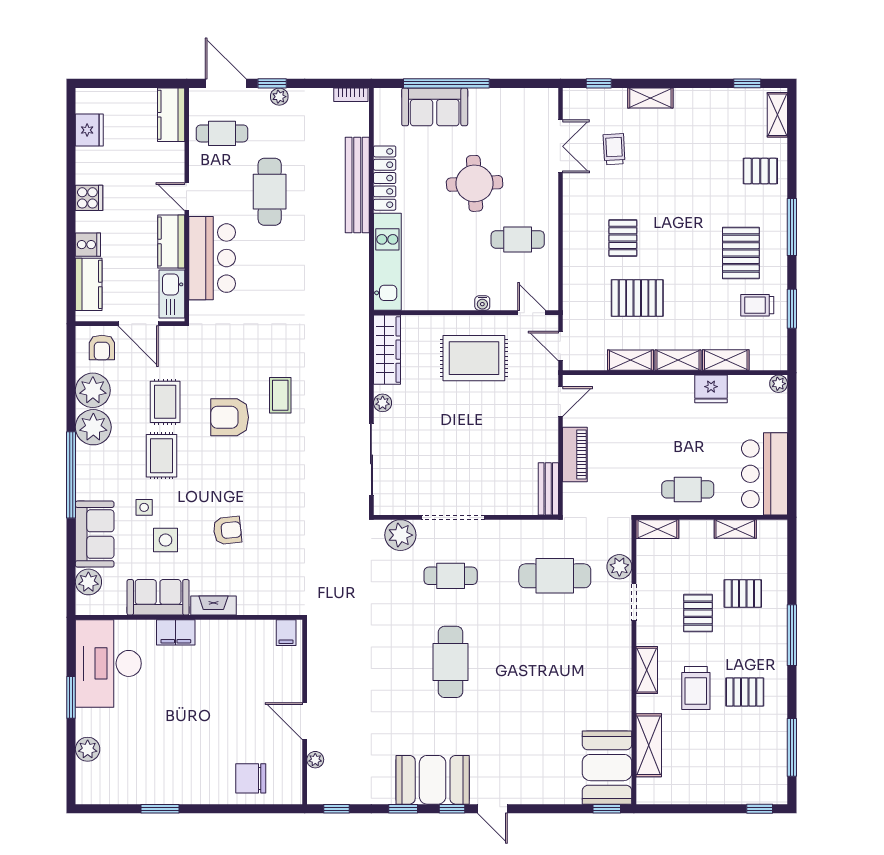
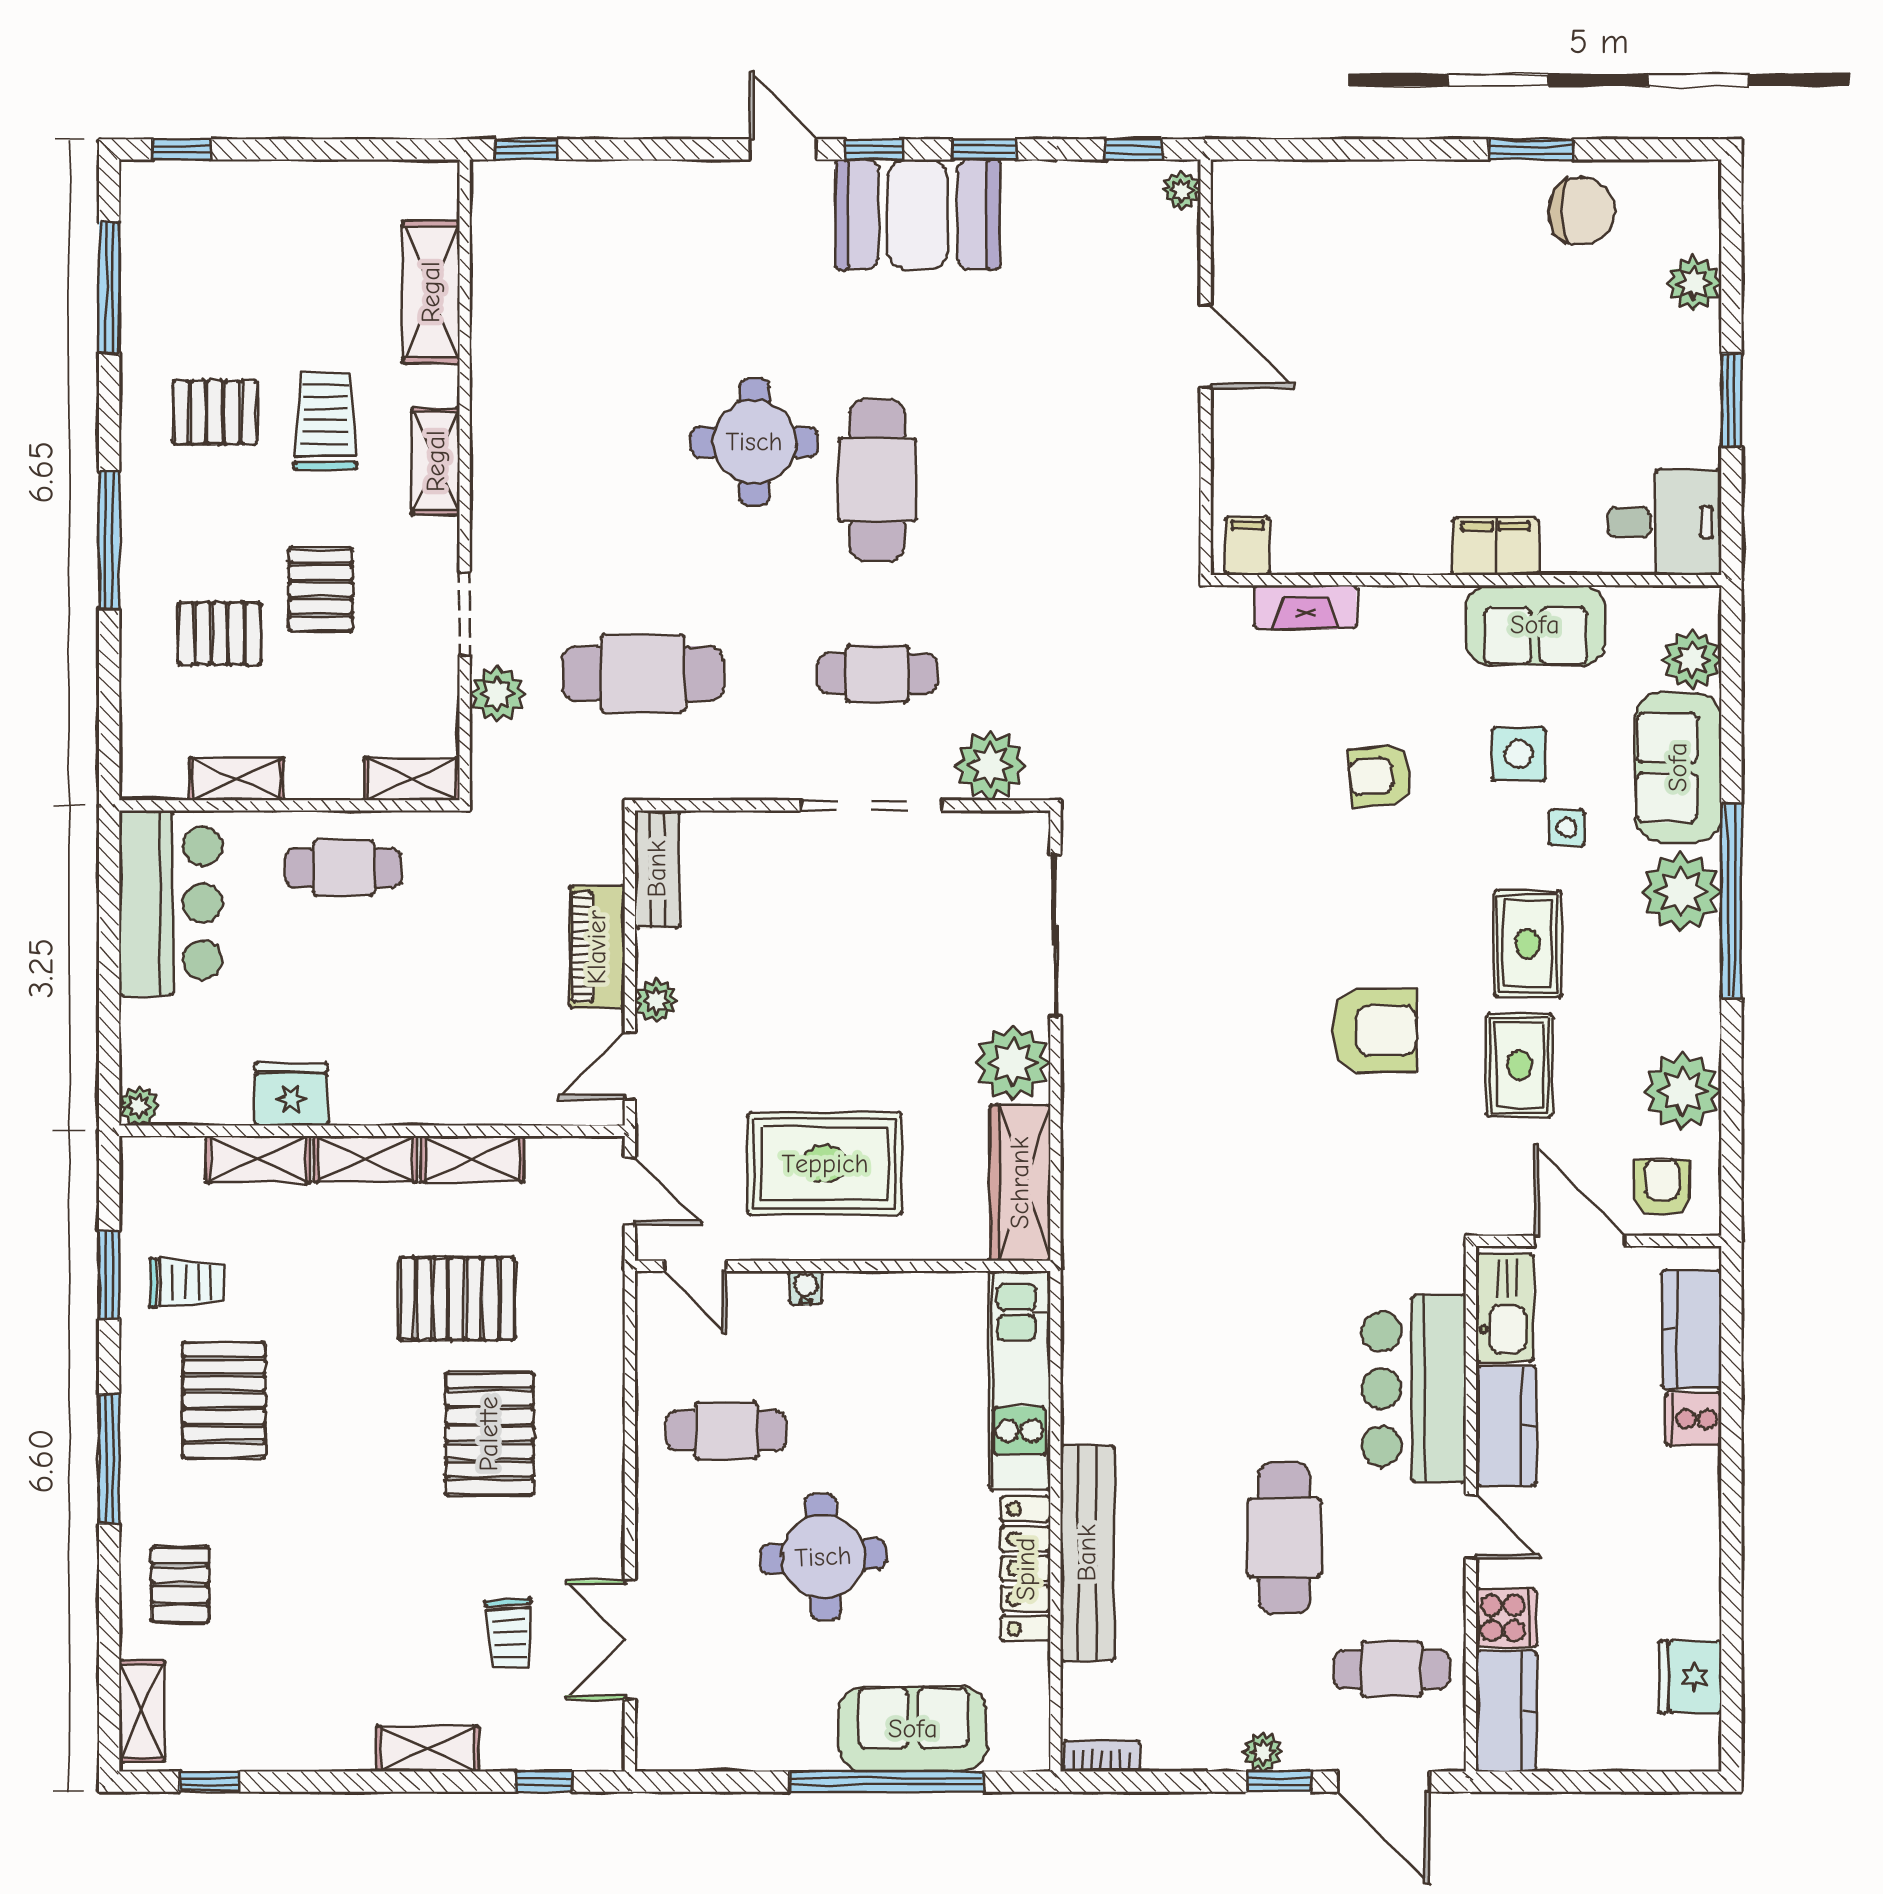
pallet: (760, 171) -> (180, 1585), turned 90
cooker: (89, 198) -> (1506, 1618), moved, turned 180
pallet: (623, 238) -> (489, 1434), width x1.50, depth x1.42
coffee table: (280, 395) -> (1260, 1080), removed
plant: (383, 403) -> (1013, 1063), width x1.88, depth x1.88
plant: (93, 427) -> (1681, 891), moved
plant: (549, 430) -> (656, 1001), added
fireplace: (213, 605) -> (1305, 607), moved
desk: (108, 663) -> (1664, 522), width x0.53, depth x0.77
round table: (505, 679) -> (754, 442), added
plant: (315, 760) -> (1182, 190), moved
booth: (607, 768) -> (525, 242), removed
chair: (251, 778) -> (1581, 211), moved

